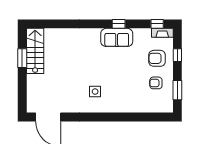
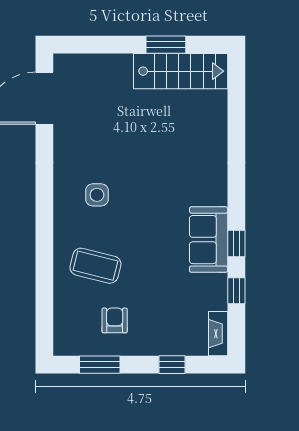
window: (157, 24) -> (236, 291), moved
armchair: (157, 58) -> (165, 323), removed
coffee table: (129, 92) -> (95, 266), added

